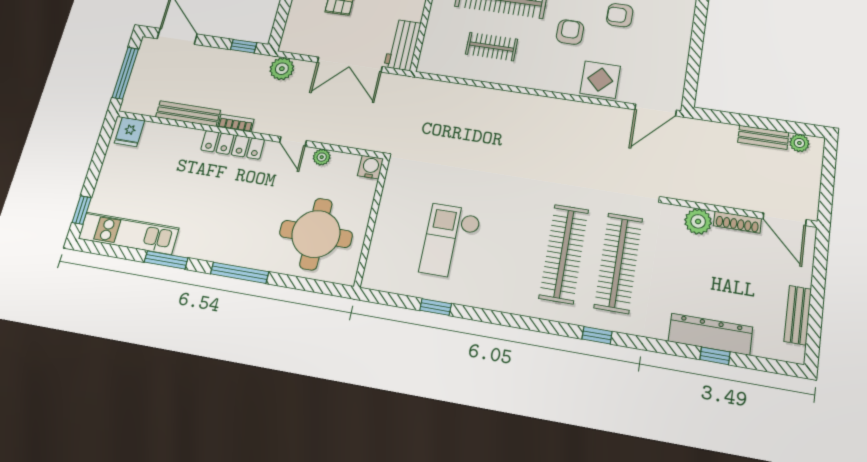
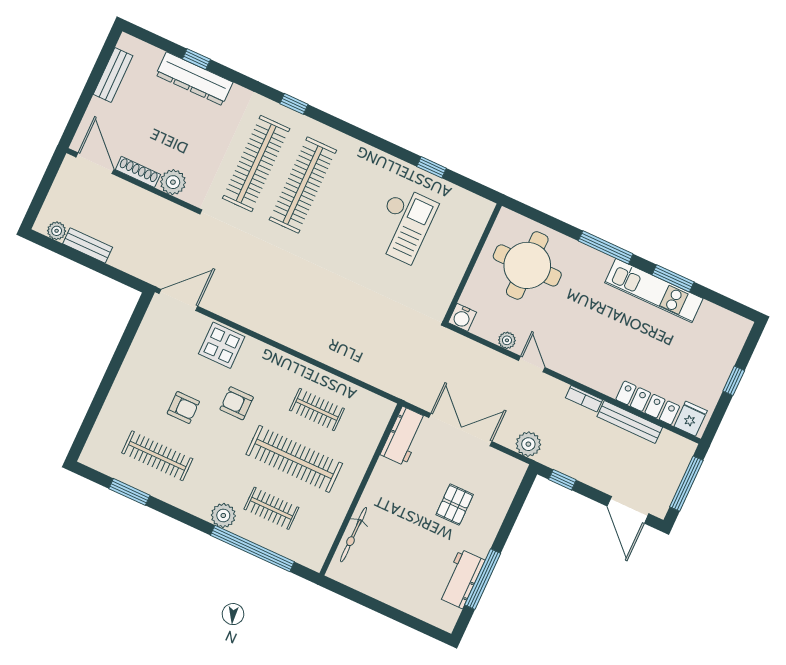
armchair: (570, 32) -> (237, 403), turned 90
locker: (233, 145) -> (648, 403), moved
window: (82, 210) -> (734, 381), moved
kitchen unit: (129, 233) -> (654, 291), moved

